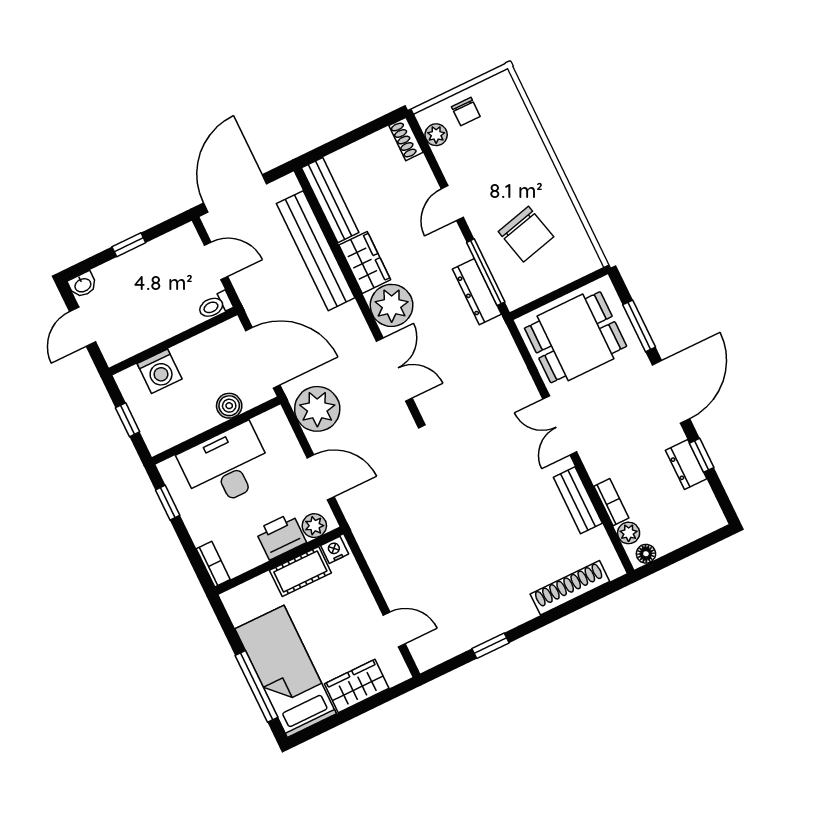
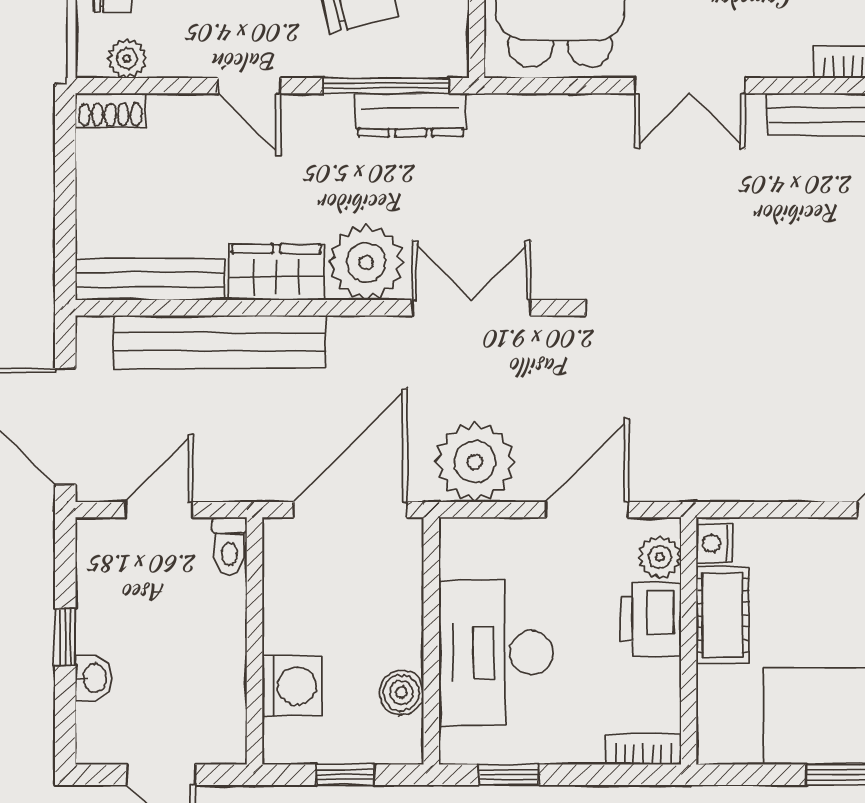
washbasin: (83, 285) -> (94, 678), moved
boiler: (229, 406) -> (401, 693), moved

